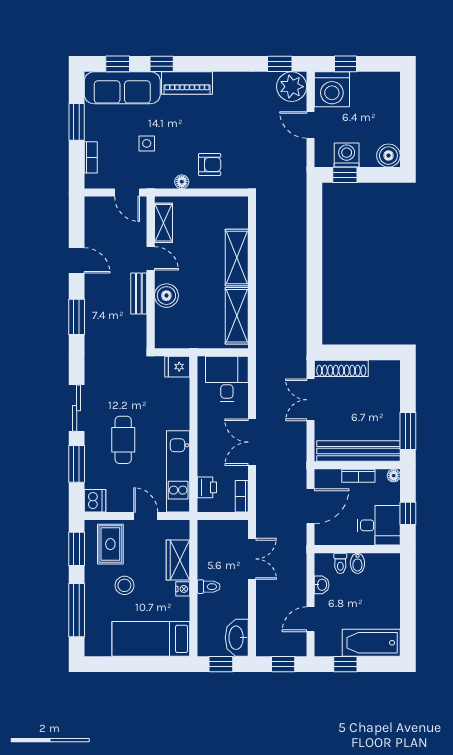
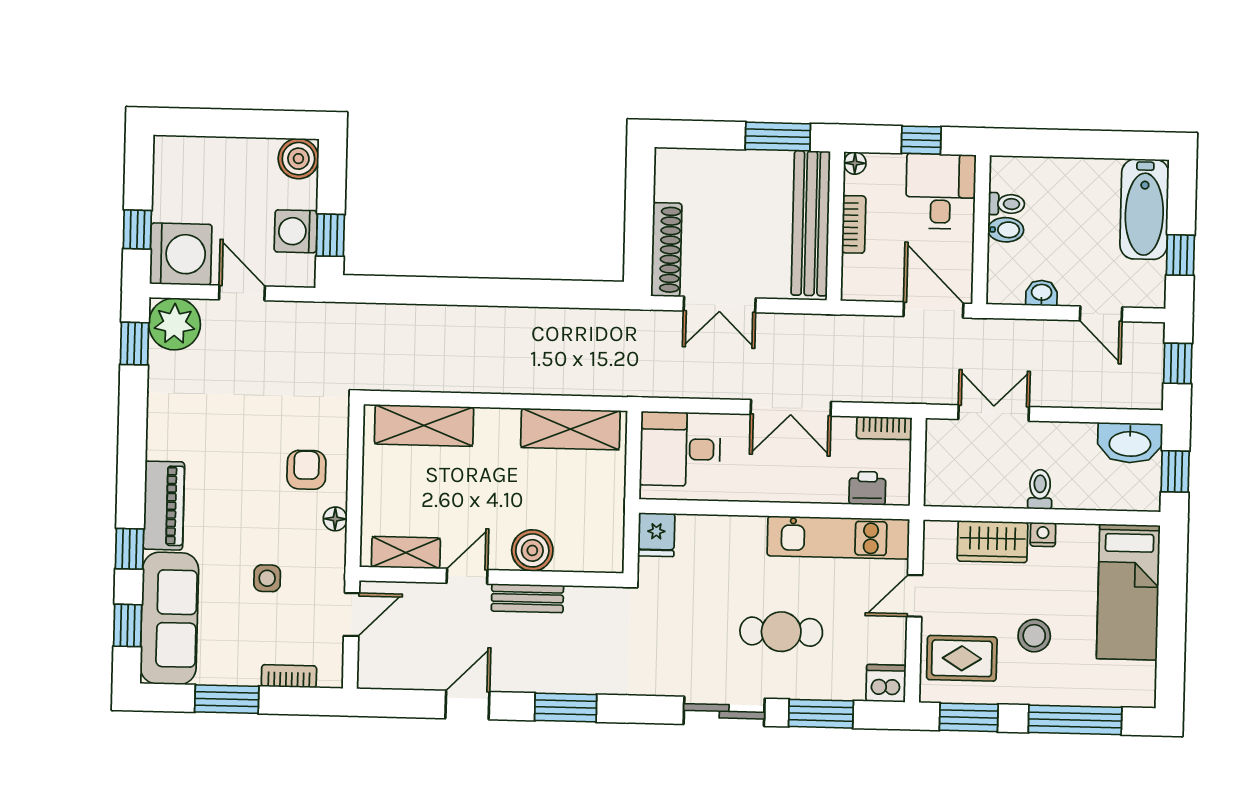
door: (310, 125) -> (242, 293), swing flipped
shelving: (237, 257) -> (424, 425), moved
door: (310, 506) -> (933, 310), moved
toilet: (340, 563) -> (1006, 204), moved

